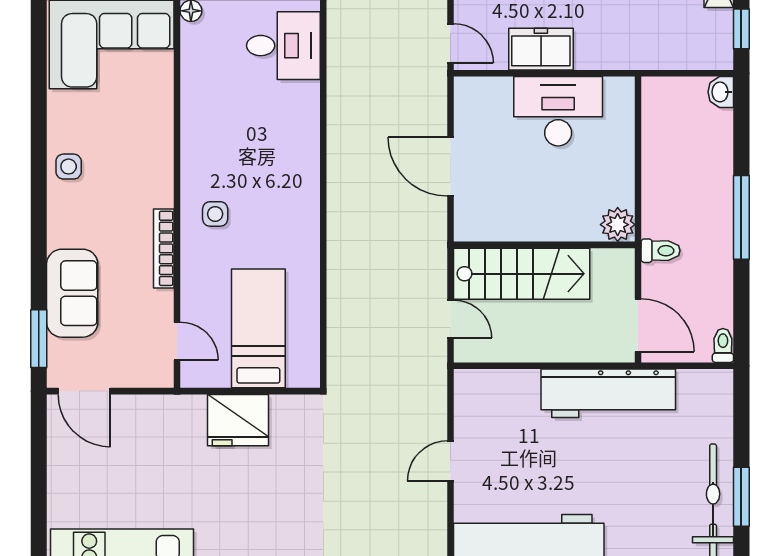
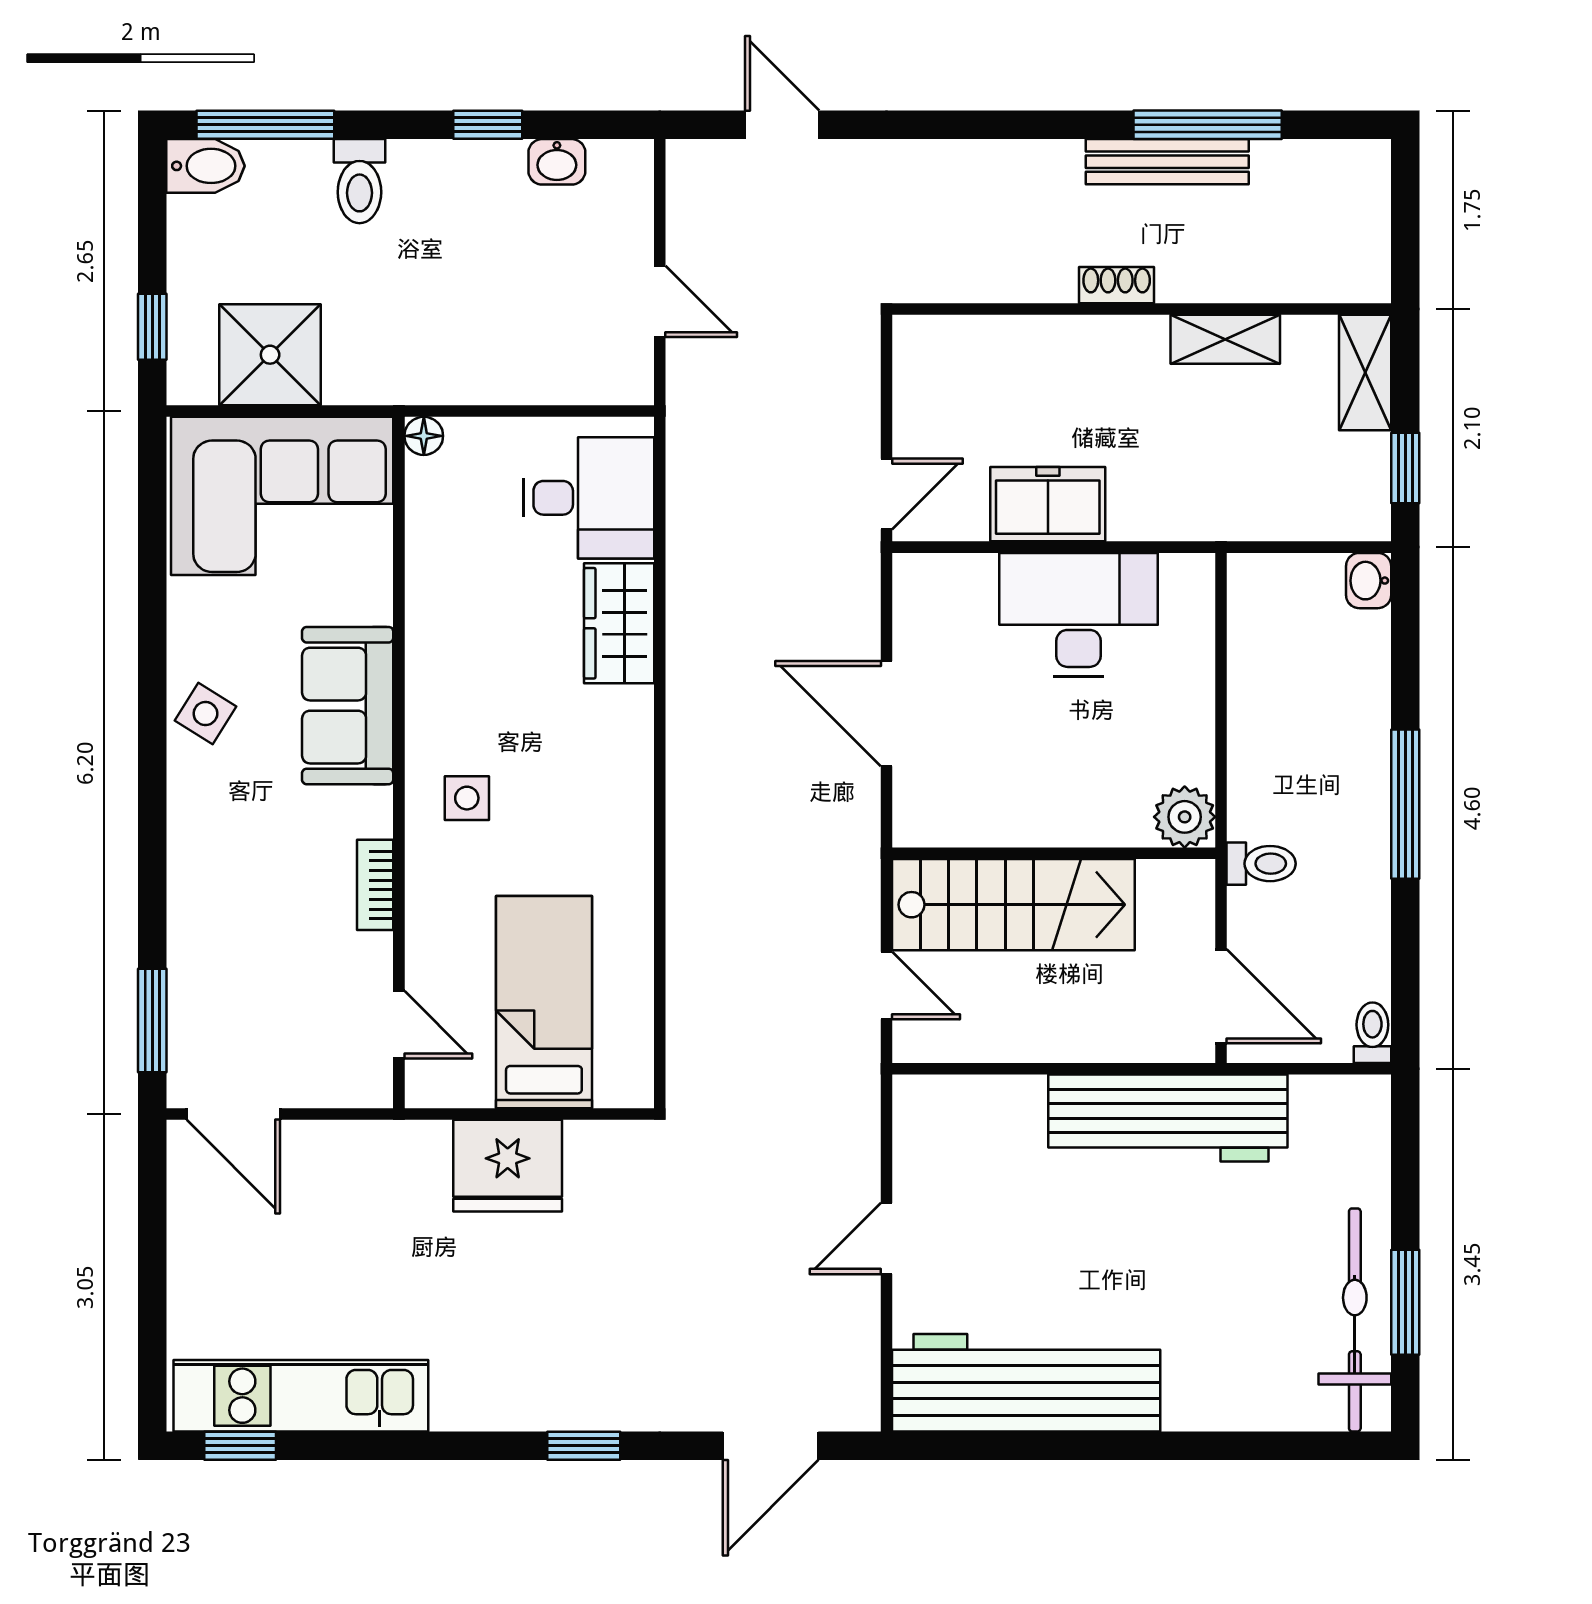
door: (450, 43) -> (886, 494), hinge flipped
wardrobe: (301, 116) -> (619, 623), added
side table: (69, 167) -> (205, 714), turned 32
bookcase: (164, 248) -> (375, 885), width x0.64
sofa: (72, 293) -> (348, 706), moved, turned 180

